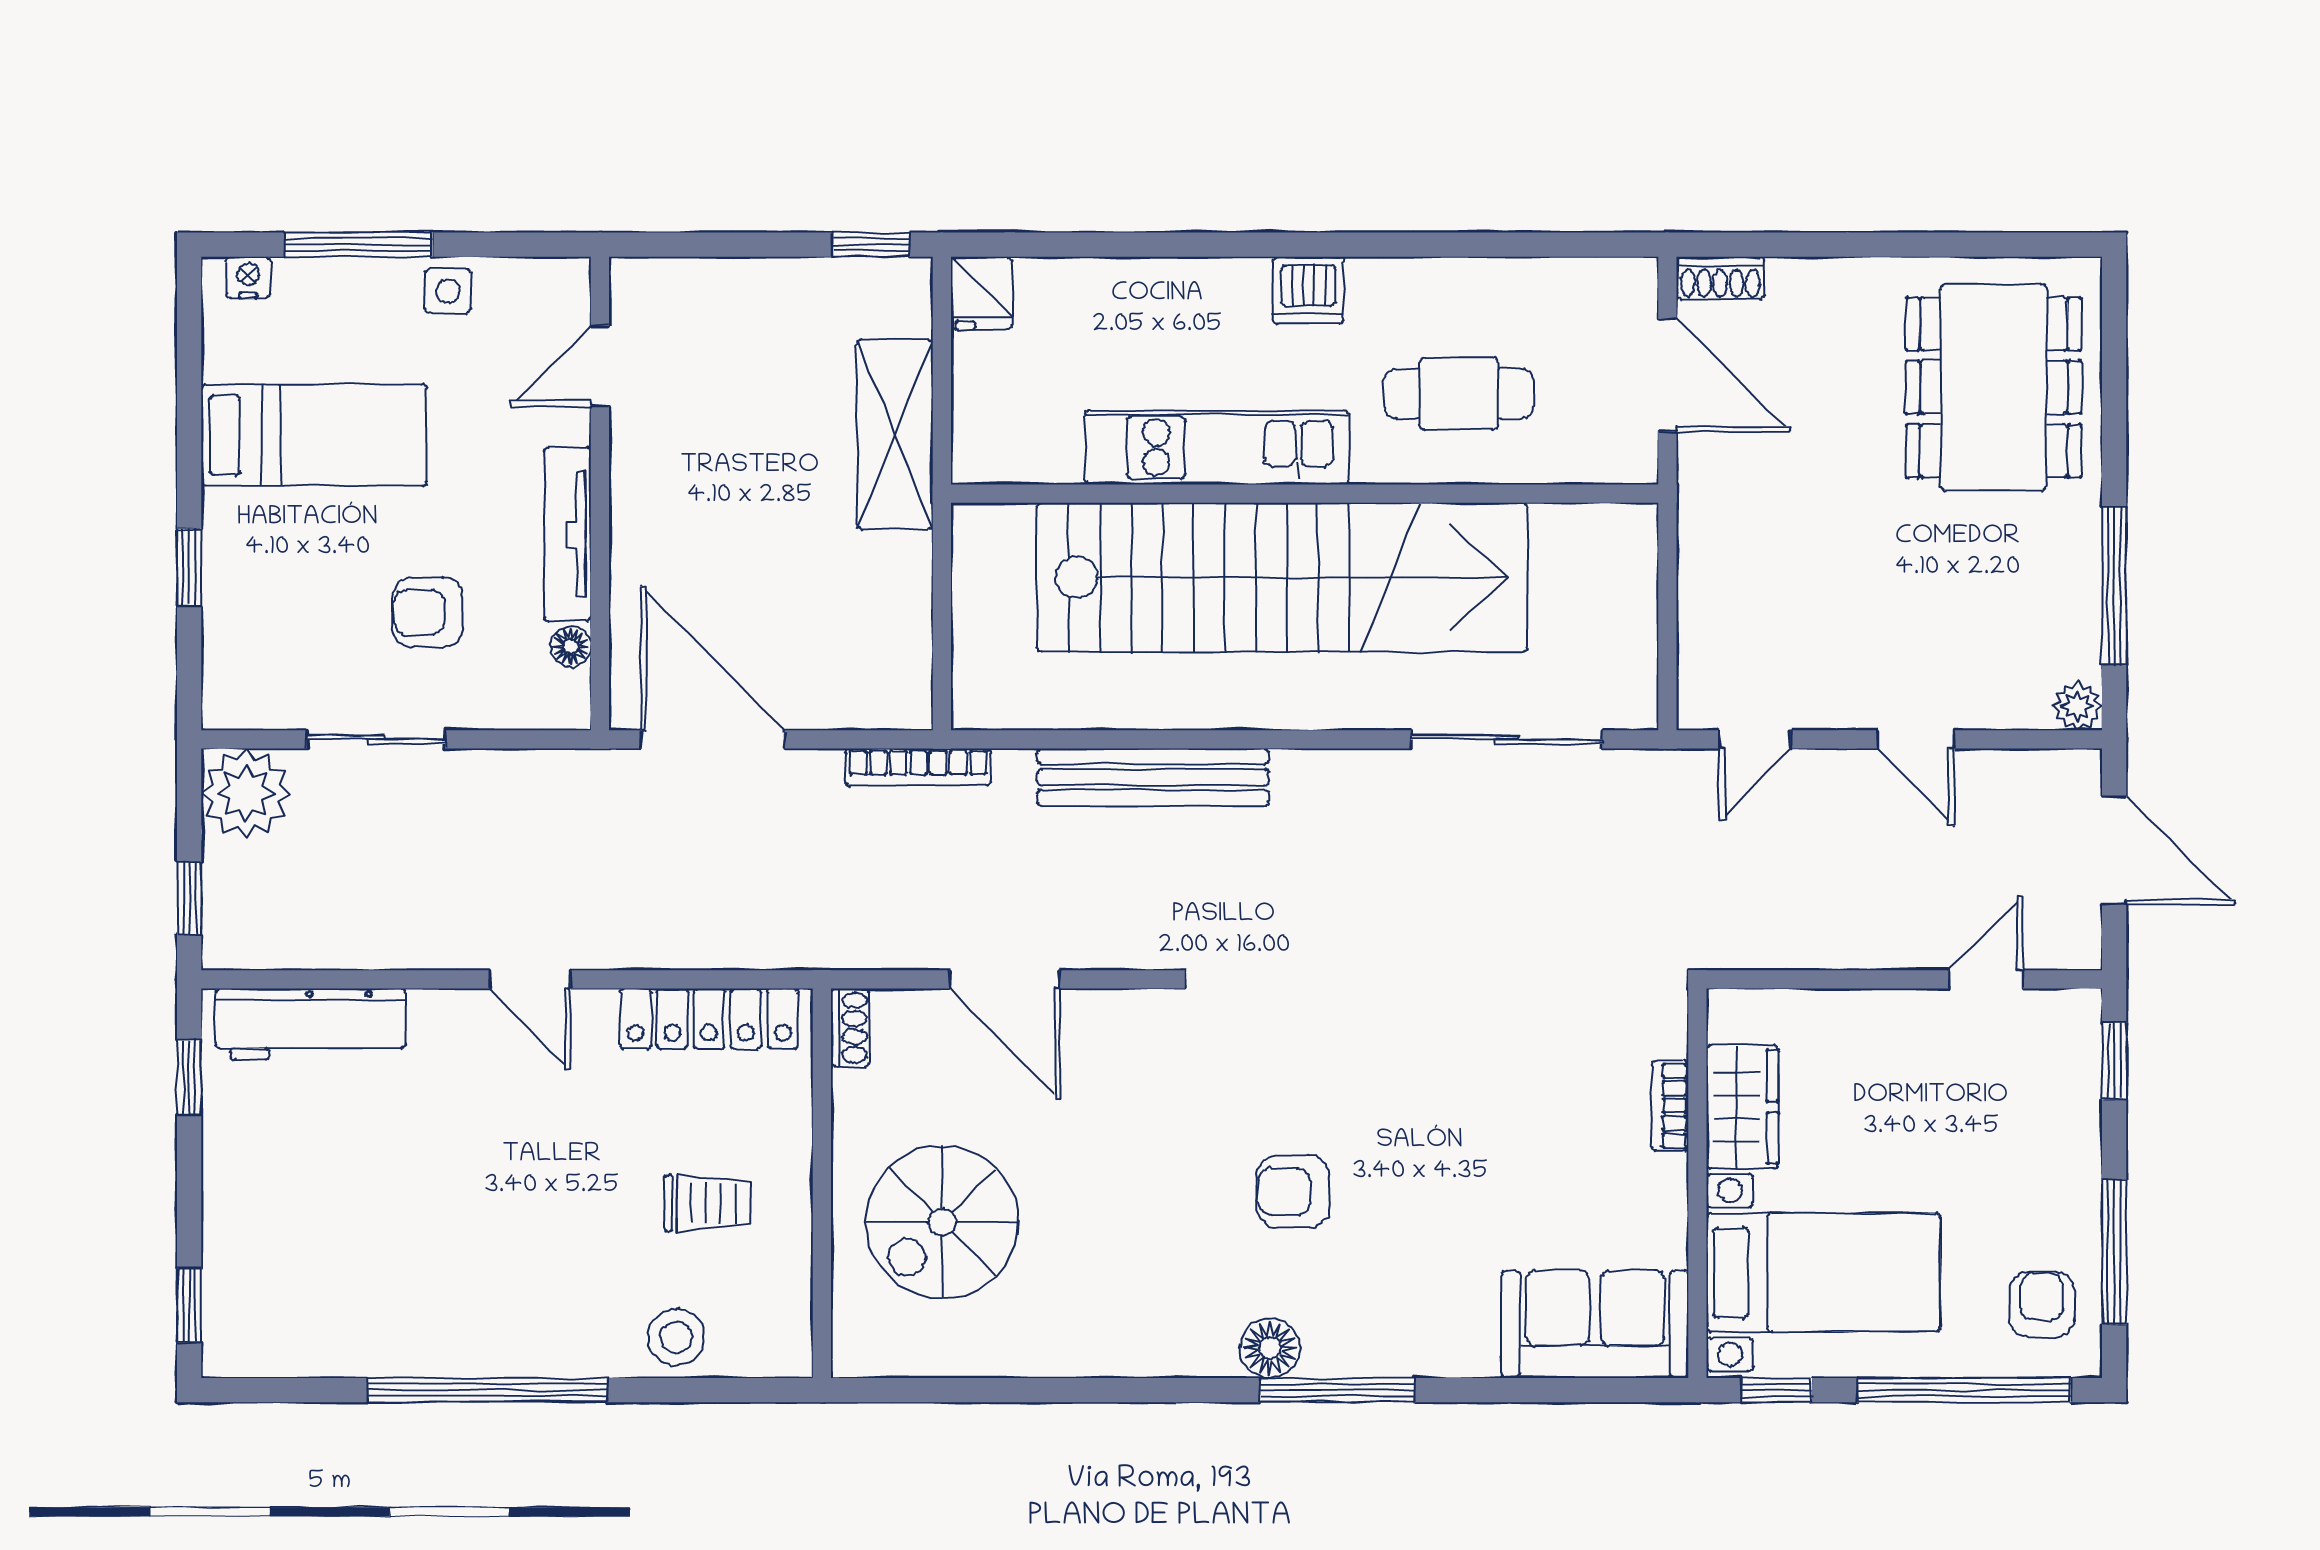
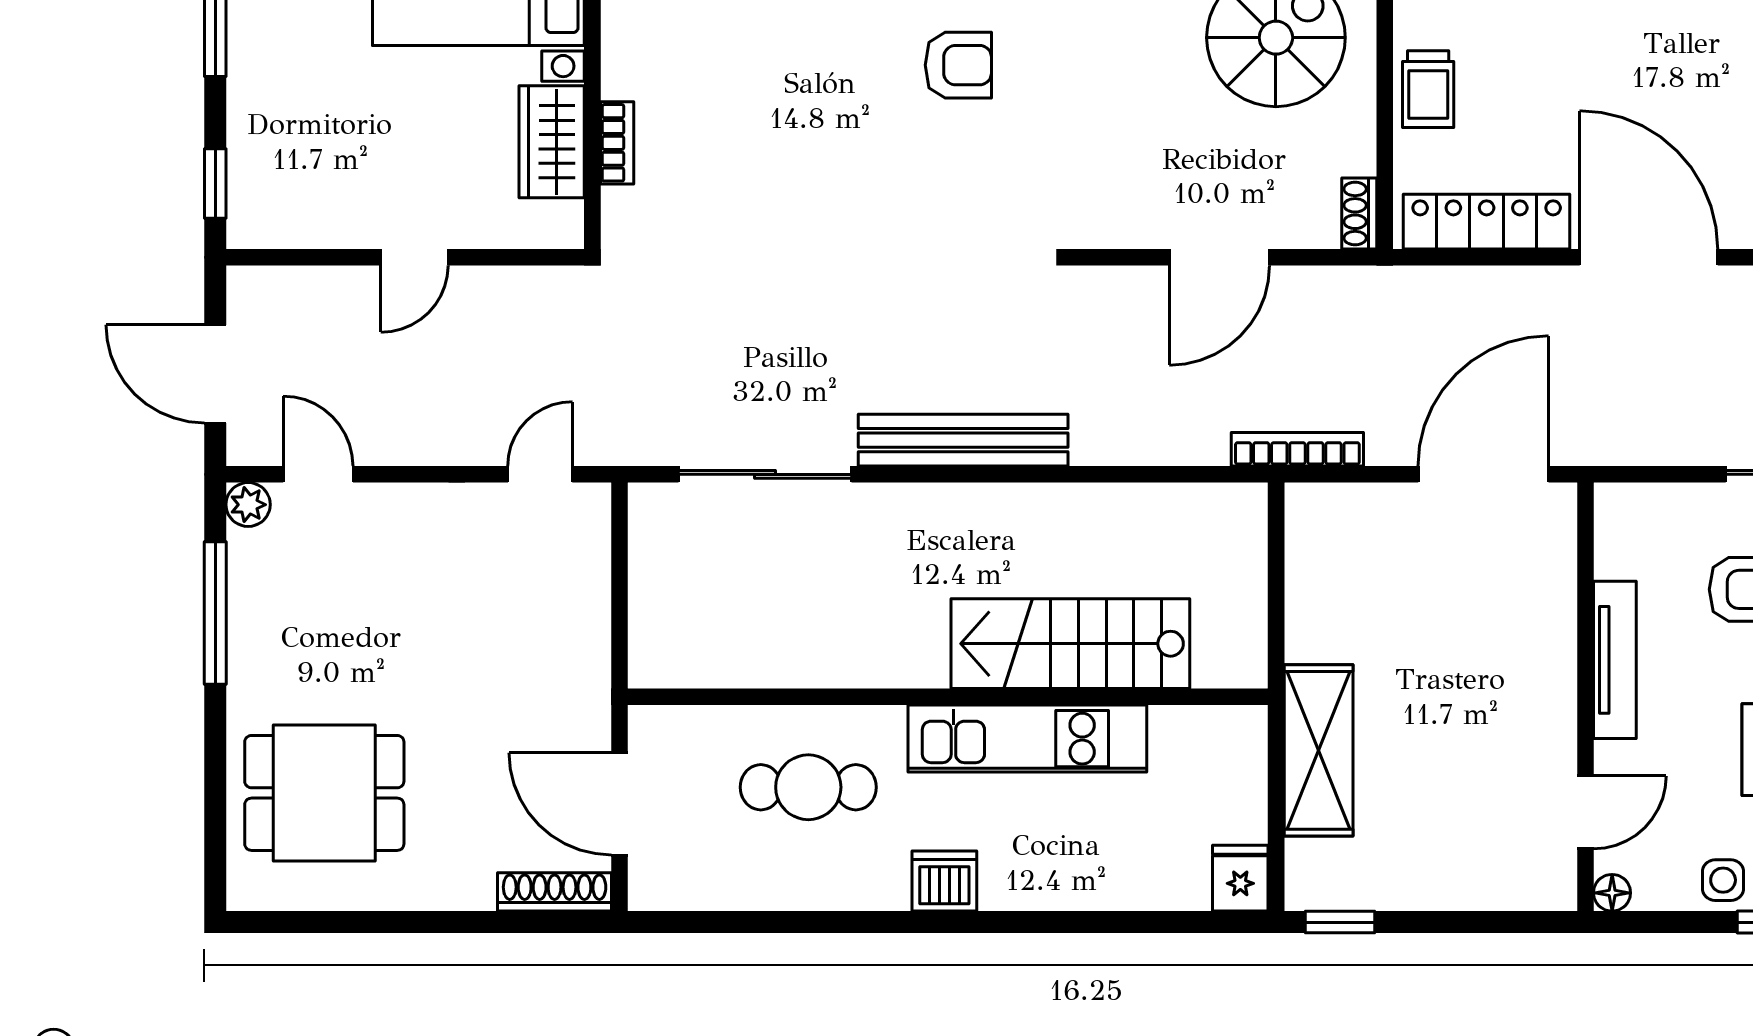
shoe rack: (1720, 278) -> (555, 892), width x1.43
dining table: (1994, 387) -> (324, 793), width x0.73
stairs: (1282, 577) -> (1070, 644), width x0.54, depth x0.66
floor lamp: (571, 646) -> (1612, 893), moved
door: (713, 739) -> (1483, 474), swing flipped
door: (1916, 739) -> (318, 474), moved
bench: (1153, 777) -> (963, 440), moved
door: (530, 979) -> (1649, 257), width x1.88
door: (1004, 979) -> (1219, 257), swing flipped
door: (1986, 979) -> (414, 257), moved
trolley: (707, 1203) -> (1428, 89), moved, turned -90

